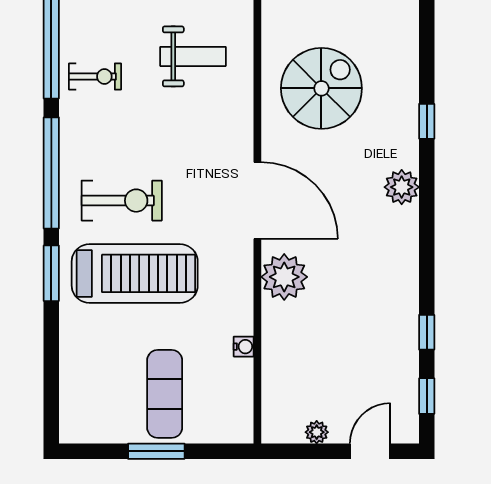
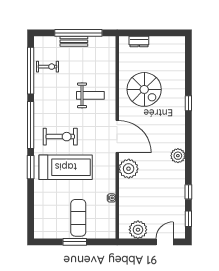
weight bench: (193, 56) -> (90, 95), moved
exercise bike: (95, 77) -> (47, 67), moved
spiral stairs: (321, 88) -> (144, 89), turned 90
plant: (402, 187) -> (178, 156), moved
plant: (317, 432) -> (138, 230), width x1.87, depth x1.87

